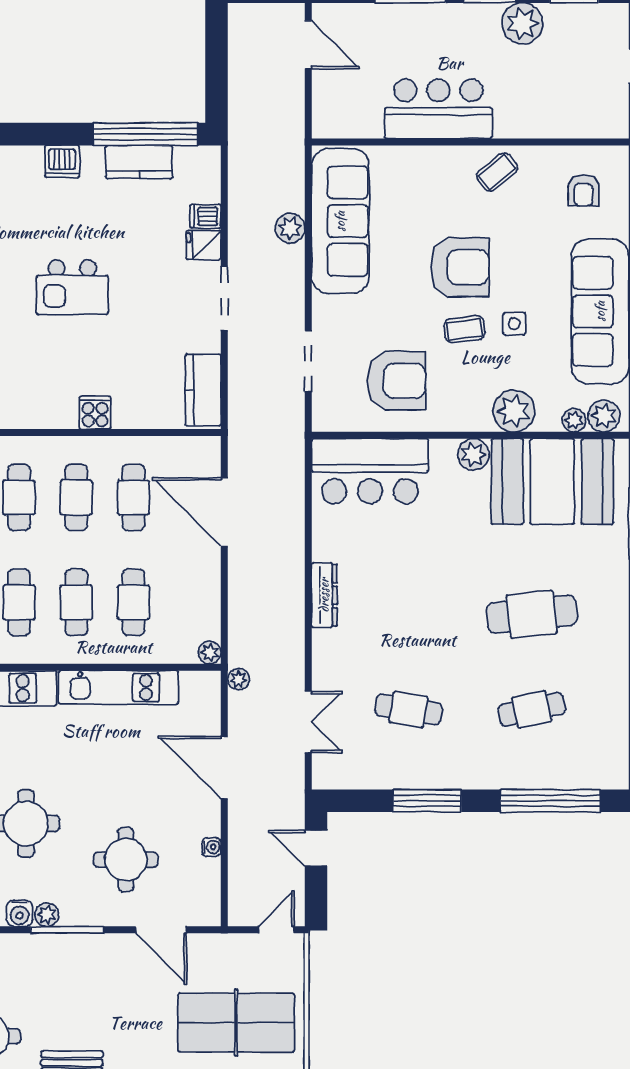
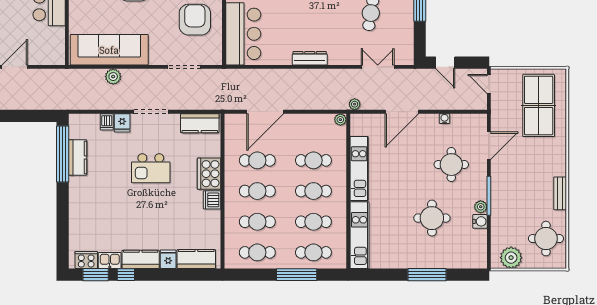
dishwasher: (62, 161) -> (212, 200), moved, turned 180
kitchen island: (72, 287) -> (151, 168), moved, turned 90
cooker: (95, 413) -> (209, 174), width x1.87, depth x1.31
door: (316, 848) -> (445, 63), hinge flipped

